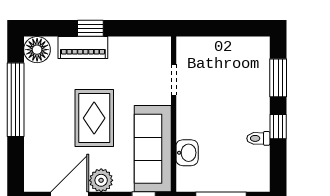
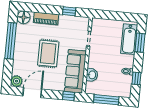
window: (90, 28) -> (69, 11), moved
bathtub: (255, 73) -> (129, 39), added
window: (278, 127) -> (136, 78), moved
plant: (101, 180) -> (17, 81), moved

